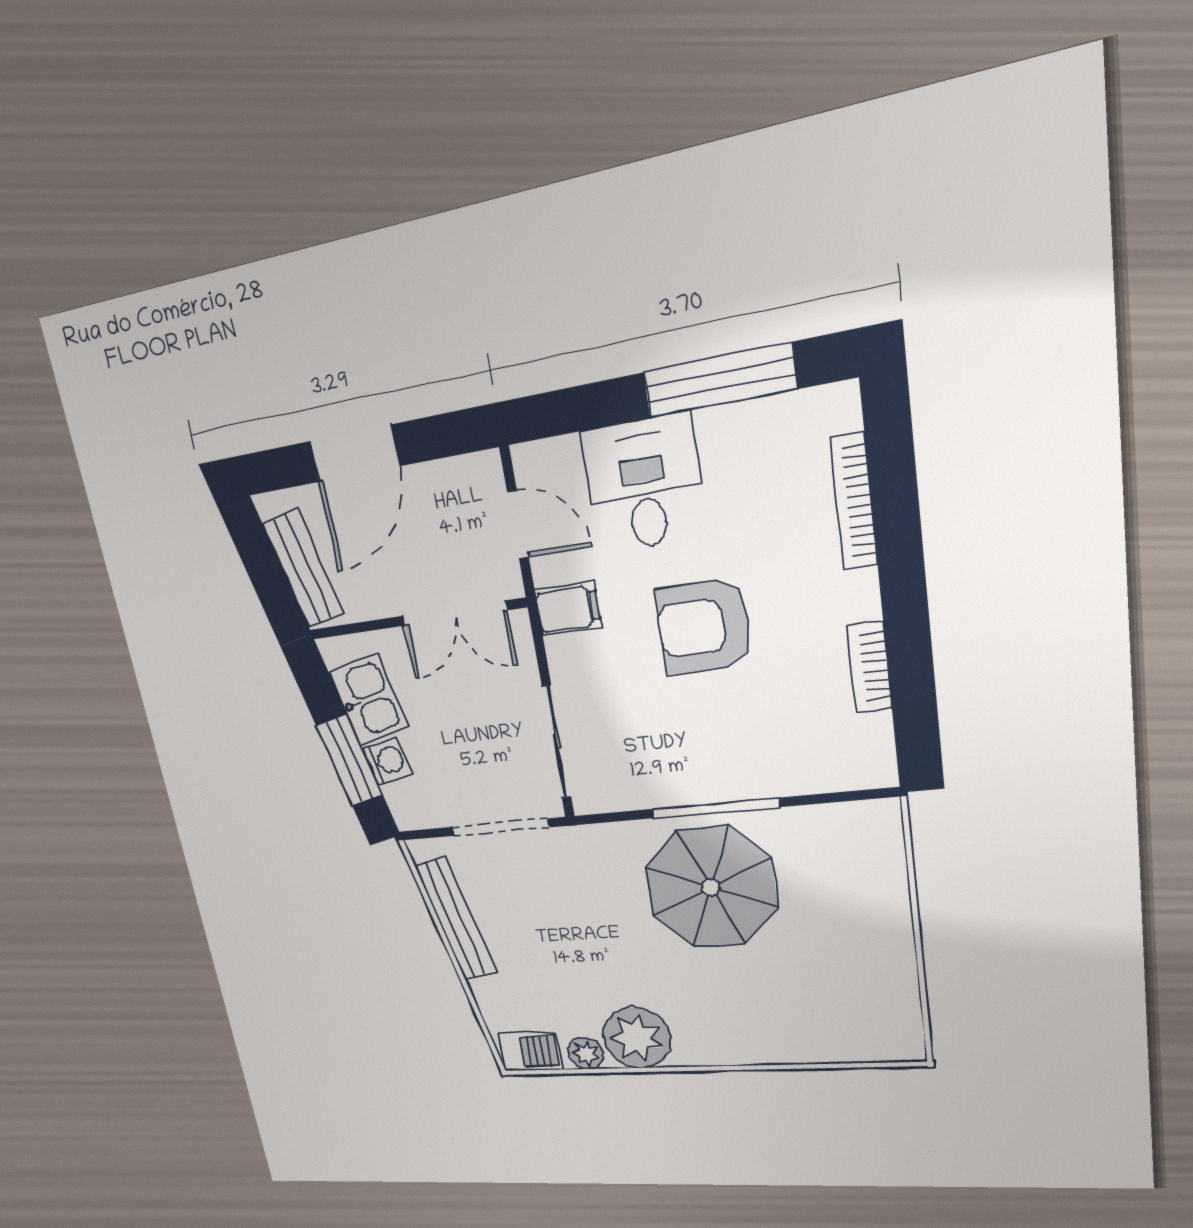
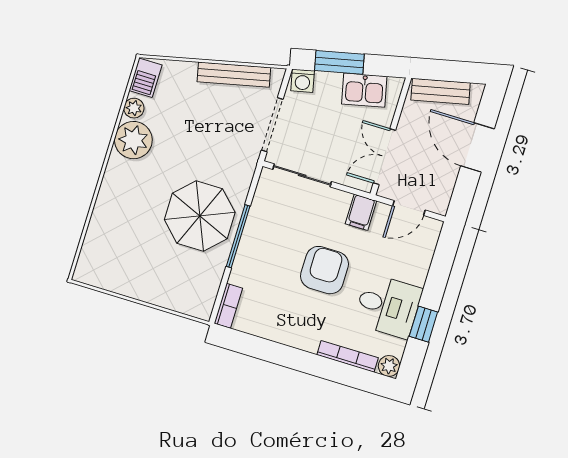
window: (720, 381) -> (423, 324), width x0.46
plant: (837, 406) -> (389, 366), added
desk: (644, 484) -> (388, 306), moved
bookcase: (869, 667) -> (228, 306), moved, turned 90
washing machine: (388, 761) -> (303, 81), moved

